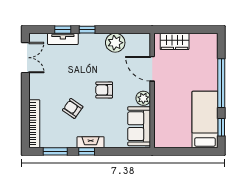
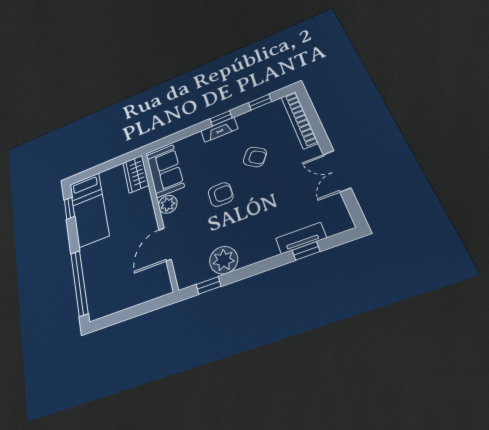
window: (87, 30) -> (208, 285), moved
wardrobe: (175, 41) -> (136, 174), moved, turned -90
double door: (25, 58) -> (337, 171), moved
door: (152, 69) -> (165, 244), swing flipped
window: (221, 83) -> (79, 283), moved
window: (55, 151) -> (260, 102), width x0.67

